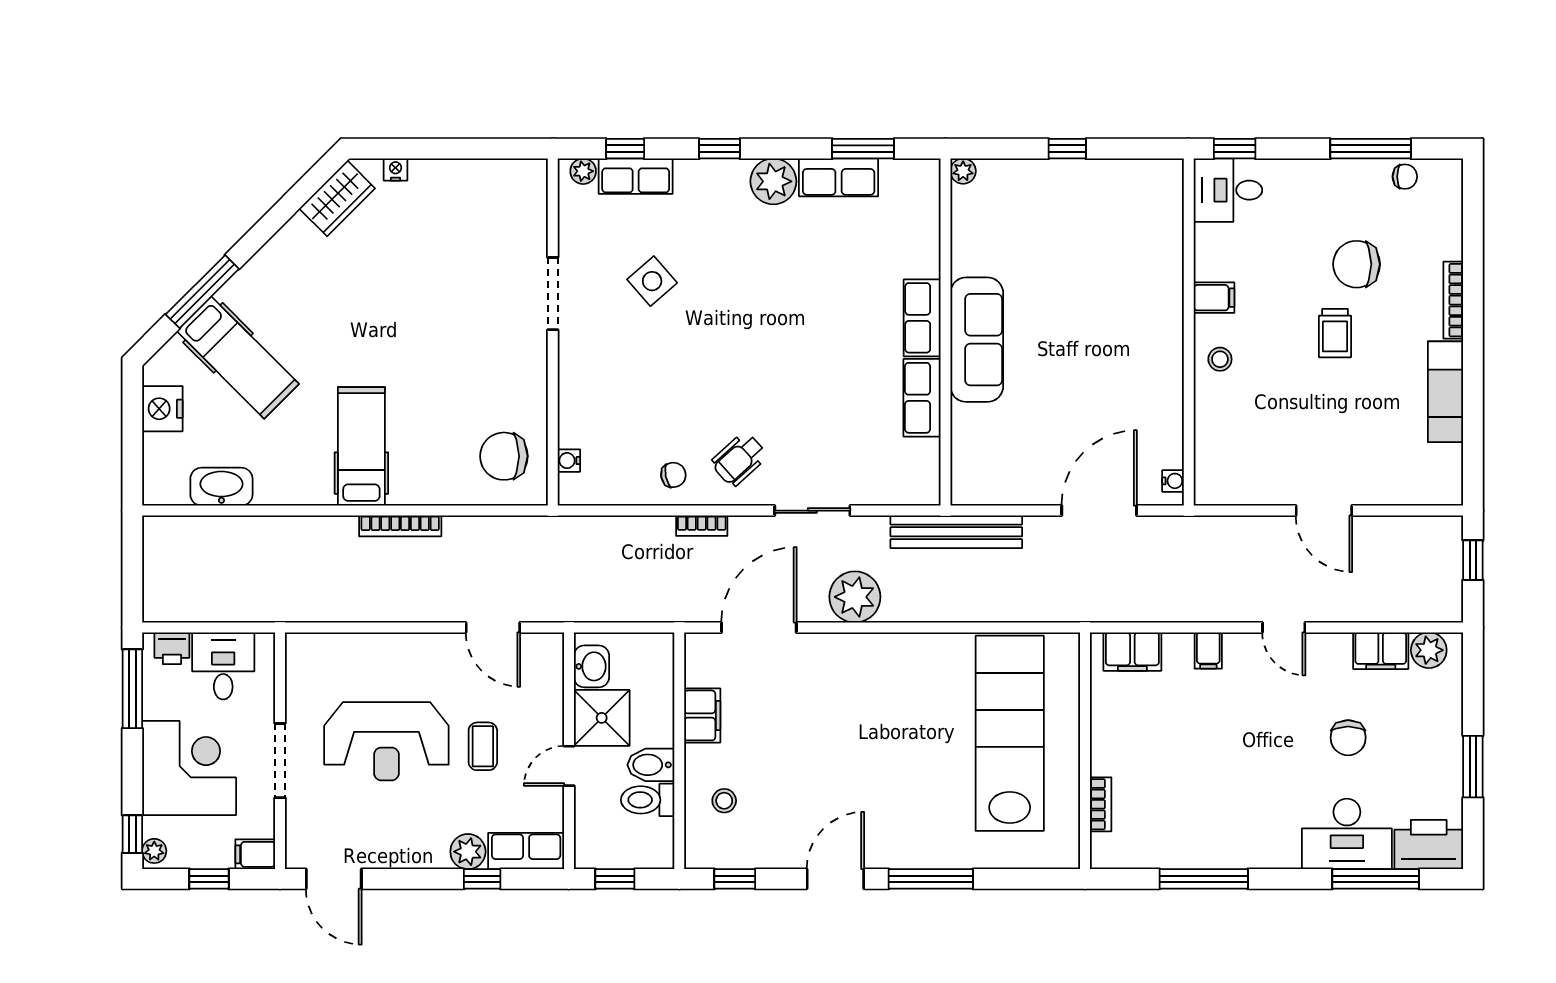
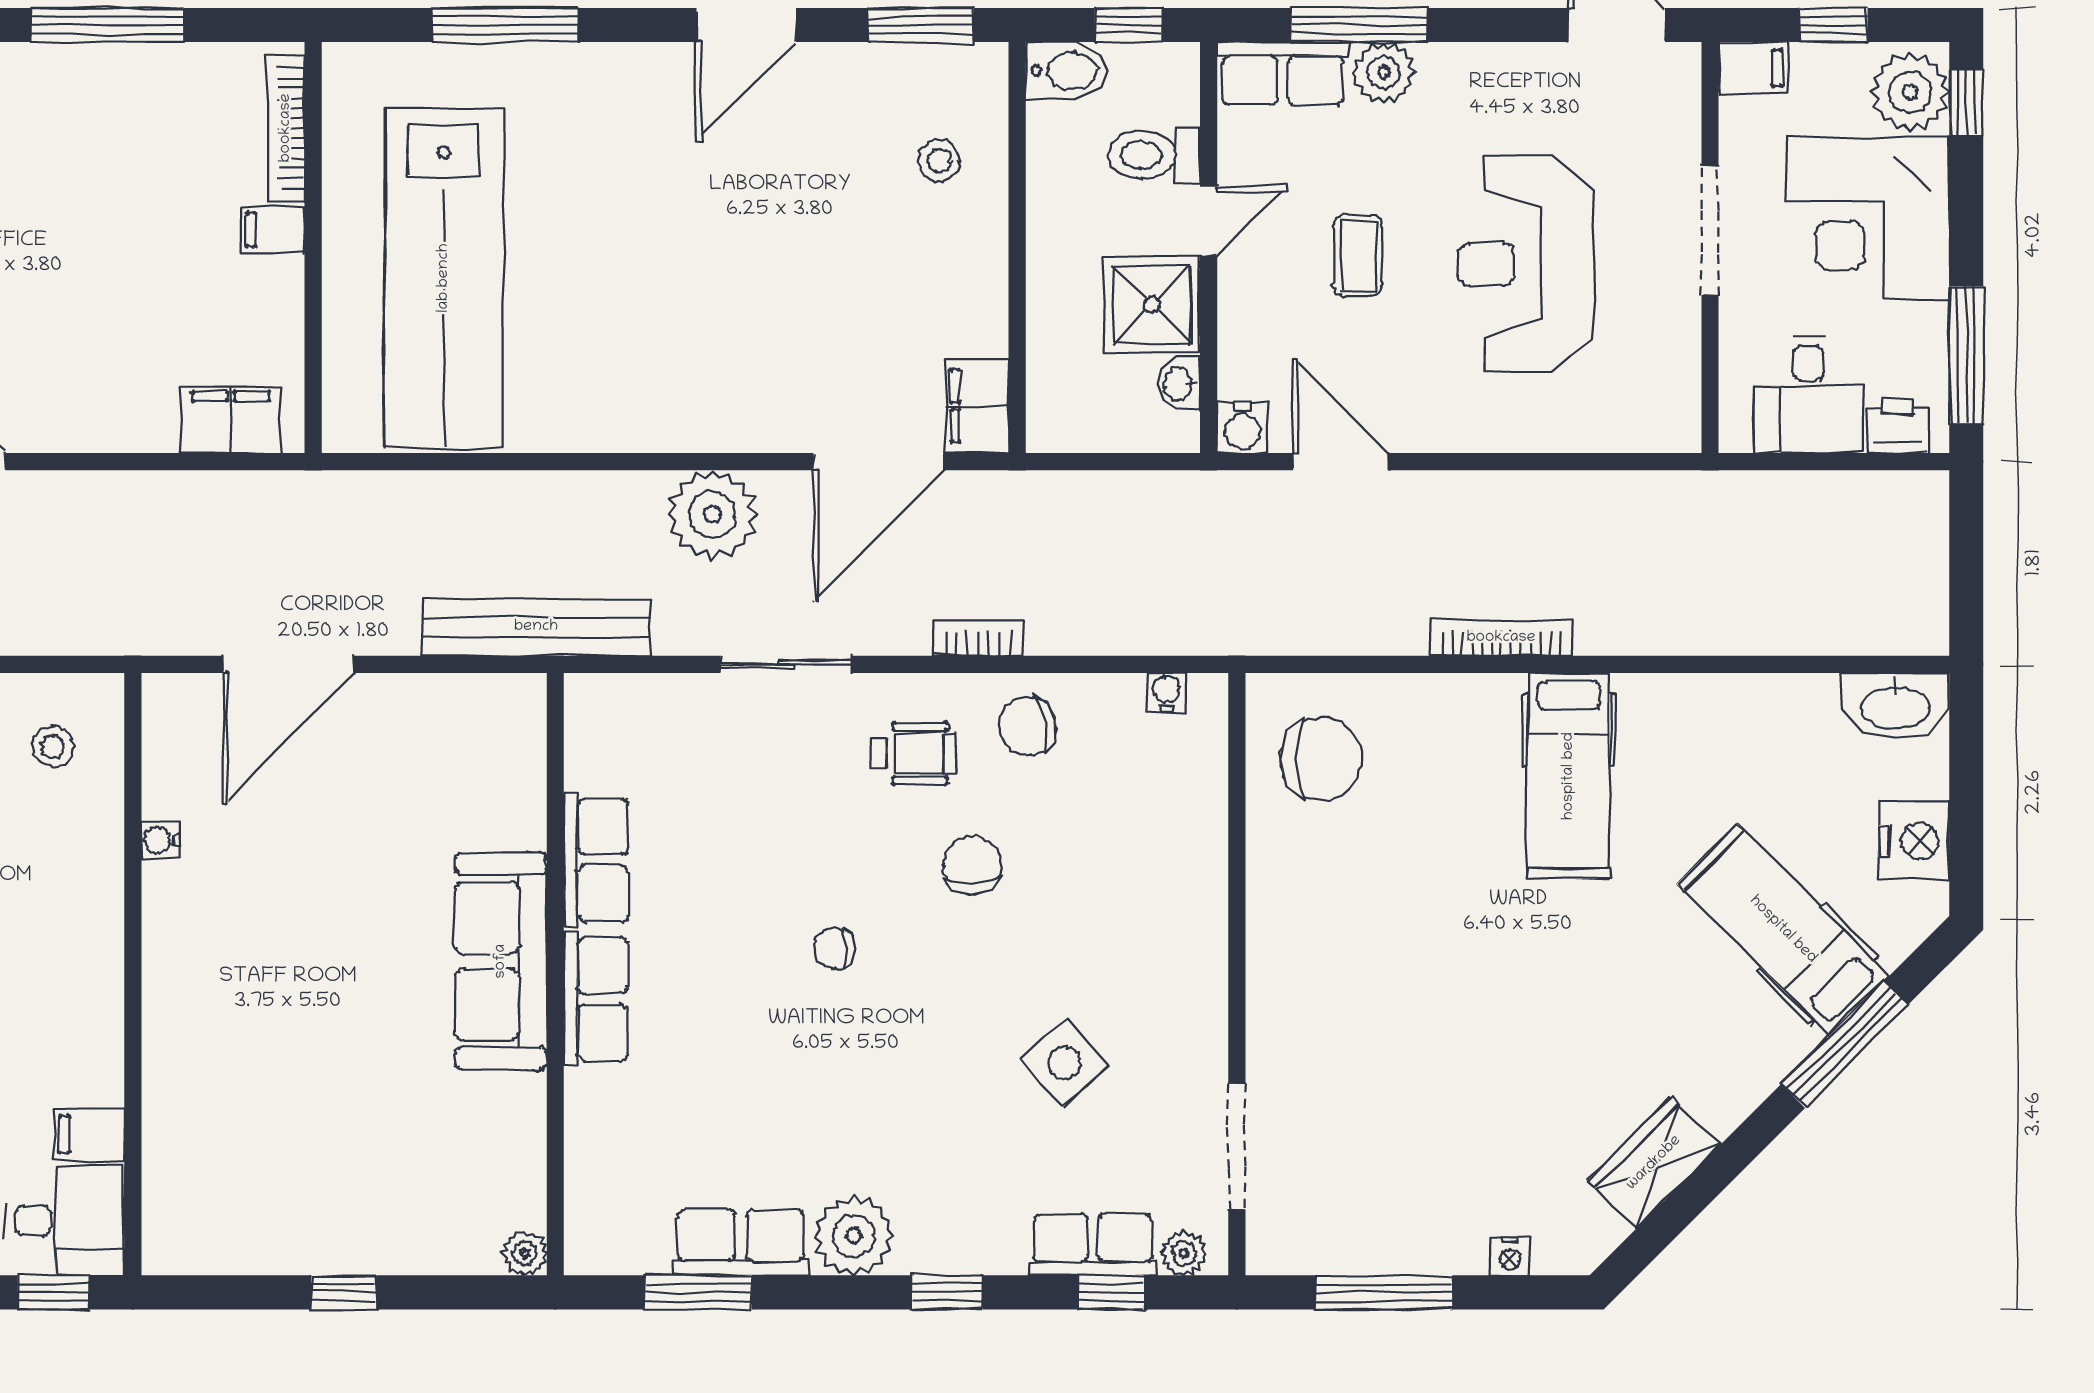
window: (468, 149) -> (1384, 1292), added
wardrobe: (337, 198) -> (1654, 1163), moved
doorway: (553, 294) -> (1237, 1147), moved
filing cabinet: (1214, 298) -> (89, 1134), moved
chair: (785, 347) -> (834, 948), added
stool: (1220, 359) -> (53, 747), moved
chair: (705, 395) -> (972, 866), added
wheelchair: (739, 459) -> (913, 753), turned 42
water cooler: (569, 461) -> (1166, 692), moved, turned -90
chair: (673, 475) -> (1027, 726), width x1.37, depth x1.37
water cooler: (1173, 481) -> (160, 840), moved
washbasin: (221, 487) -> (1895, 706), moved
water cooler: (549, 647) -> (1243, 428), added
filing cabinet: (1208, 650) -> (273, 230), moved, turned -90
washbasin: (592, 666) -> (1179, 384), width x0.72, depth x0.69
filing cabinet: (702, 715) -> (977, 406), moved
reception desk: (386, 741) -> (1525, 264), turned -90
bidet: (651, 765) -> (1066, 71), moved
toilet: (648, 800) -> (1154, 155), moved, turned 180
bookcase: (1101, 804) -> (286, 128), width x1.56
plant: (154, 851) -> (1910, 92), width x1.87, depth x1.87
window: (482, 879) -> (1359, 25), width x2.17
window: (735, 879) -> (921, 25), width x1.50
window: (931, 879) -> (506, 25), moved

